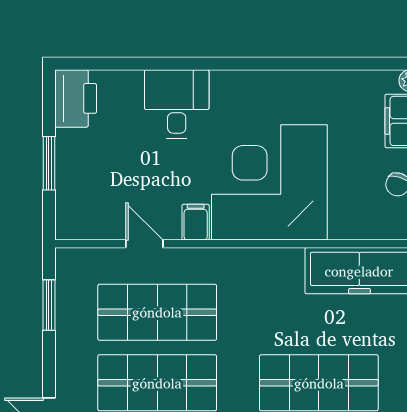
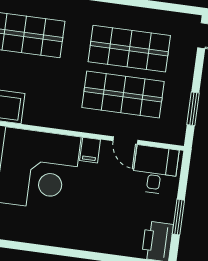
desk: (177, 104) -> (155, 170), moved, turned 180
window: (49, 163) -> (178, 217), moved

